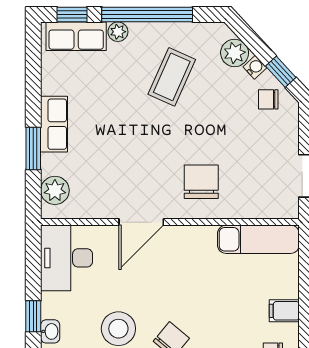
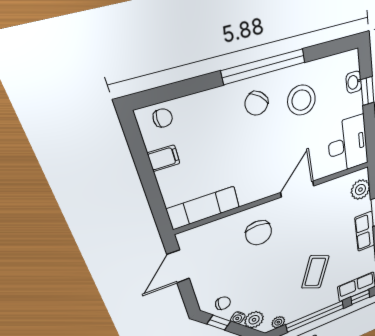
plant: (118, 32) -> (278, 322), moved
coffee table: (172, 77) -> (315, 272), moved

